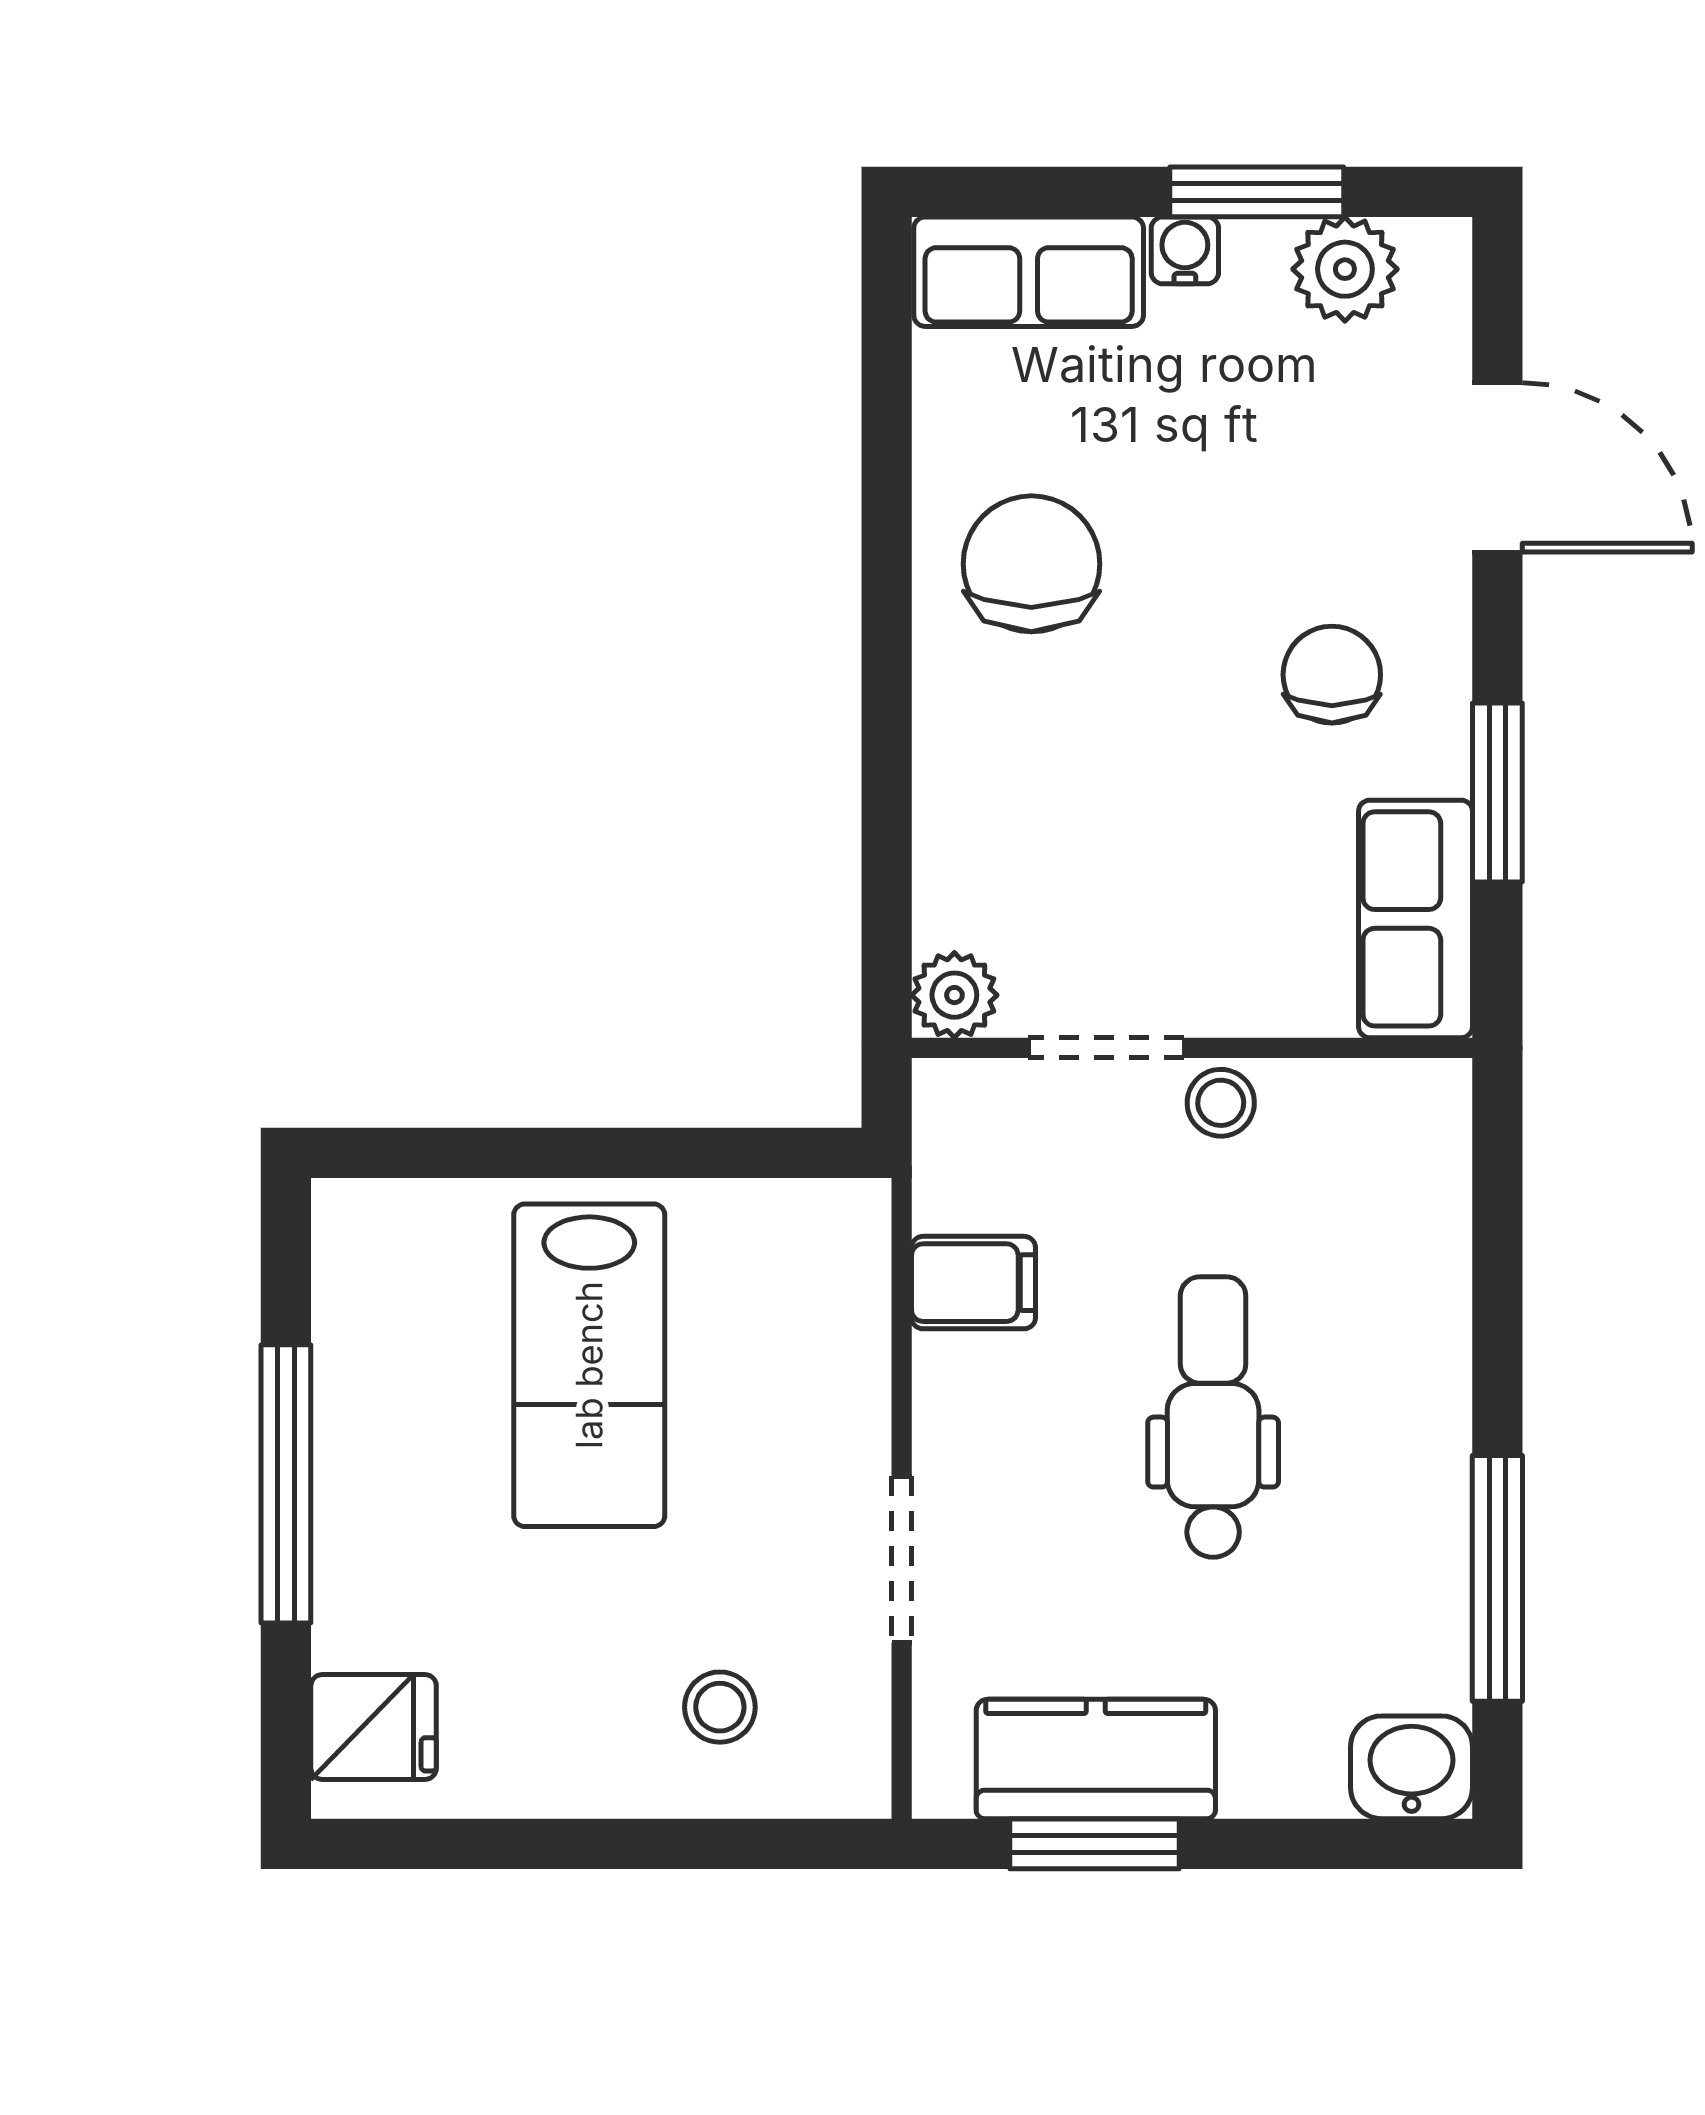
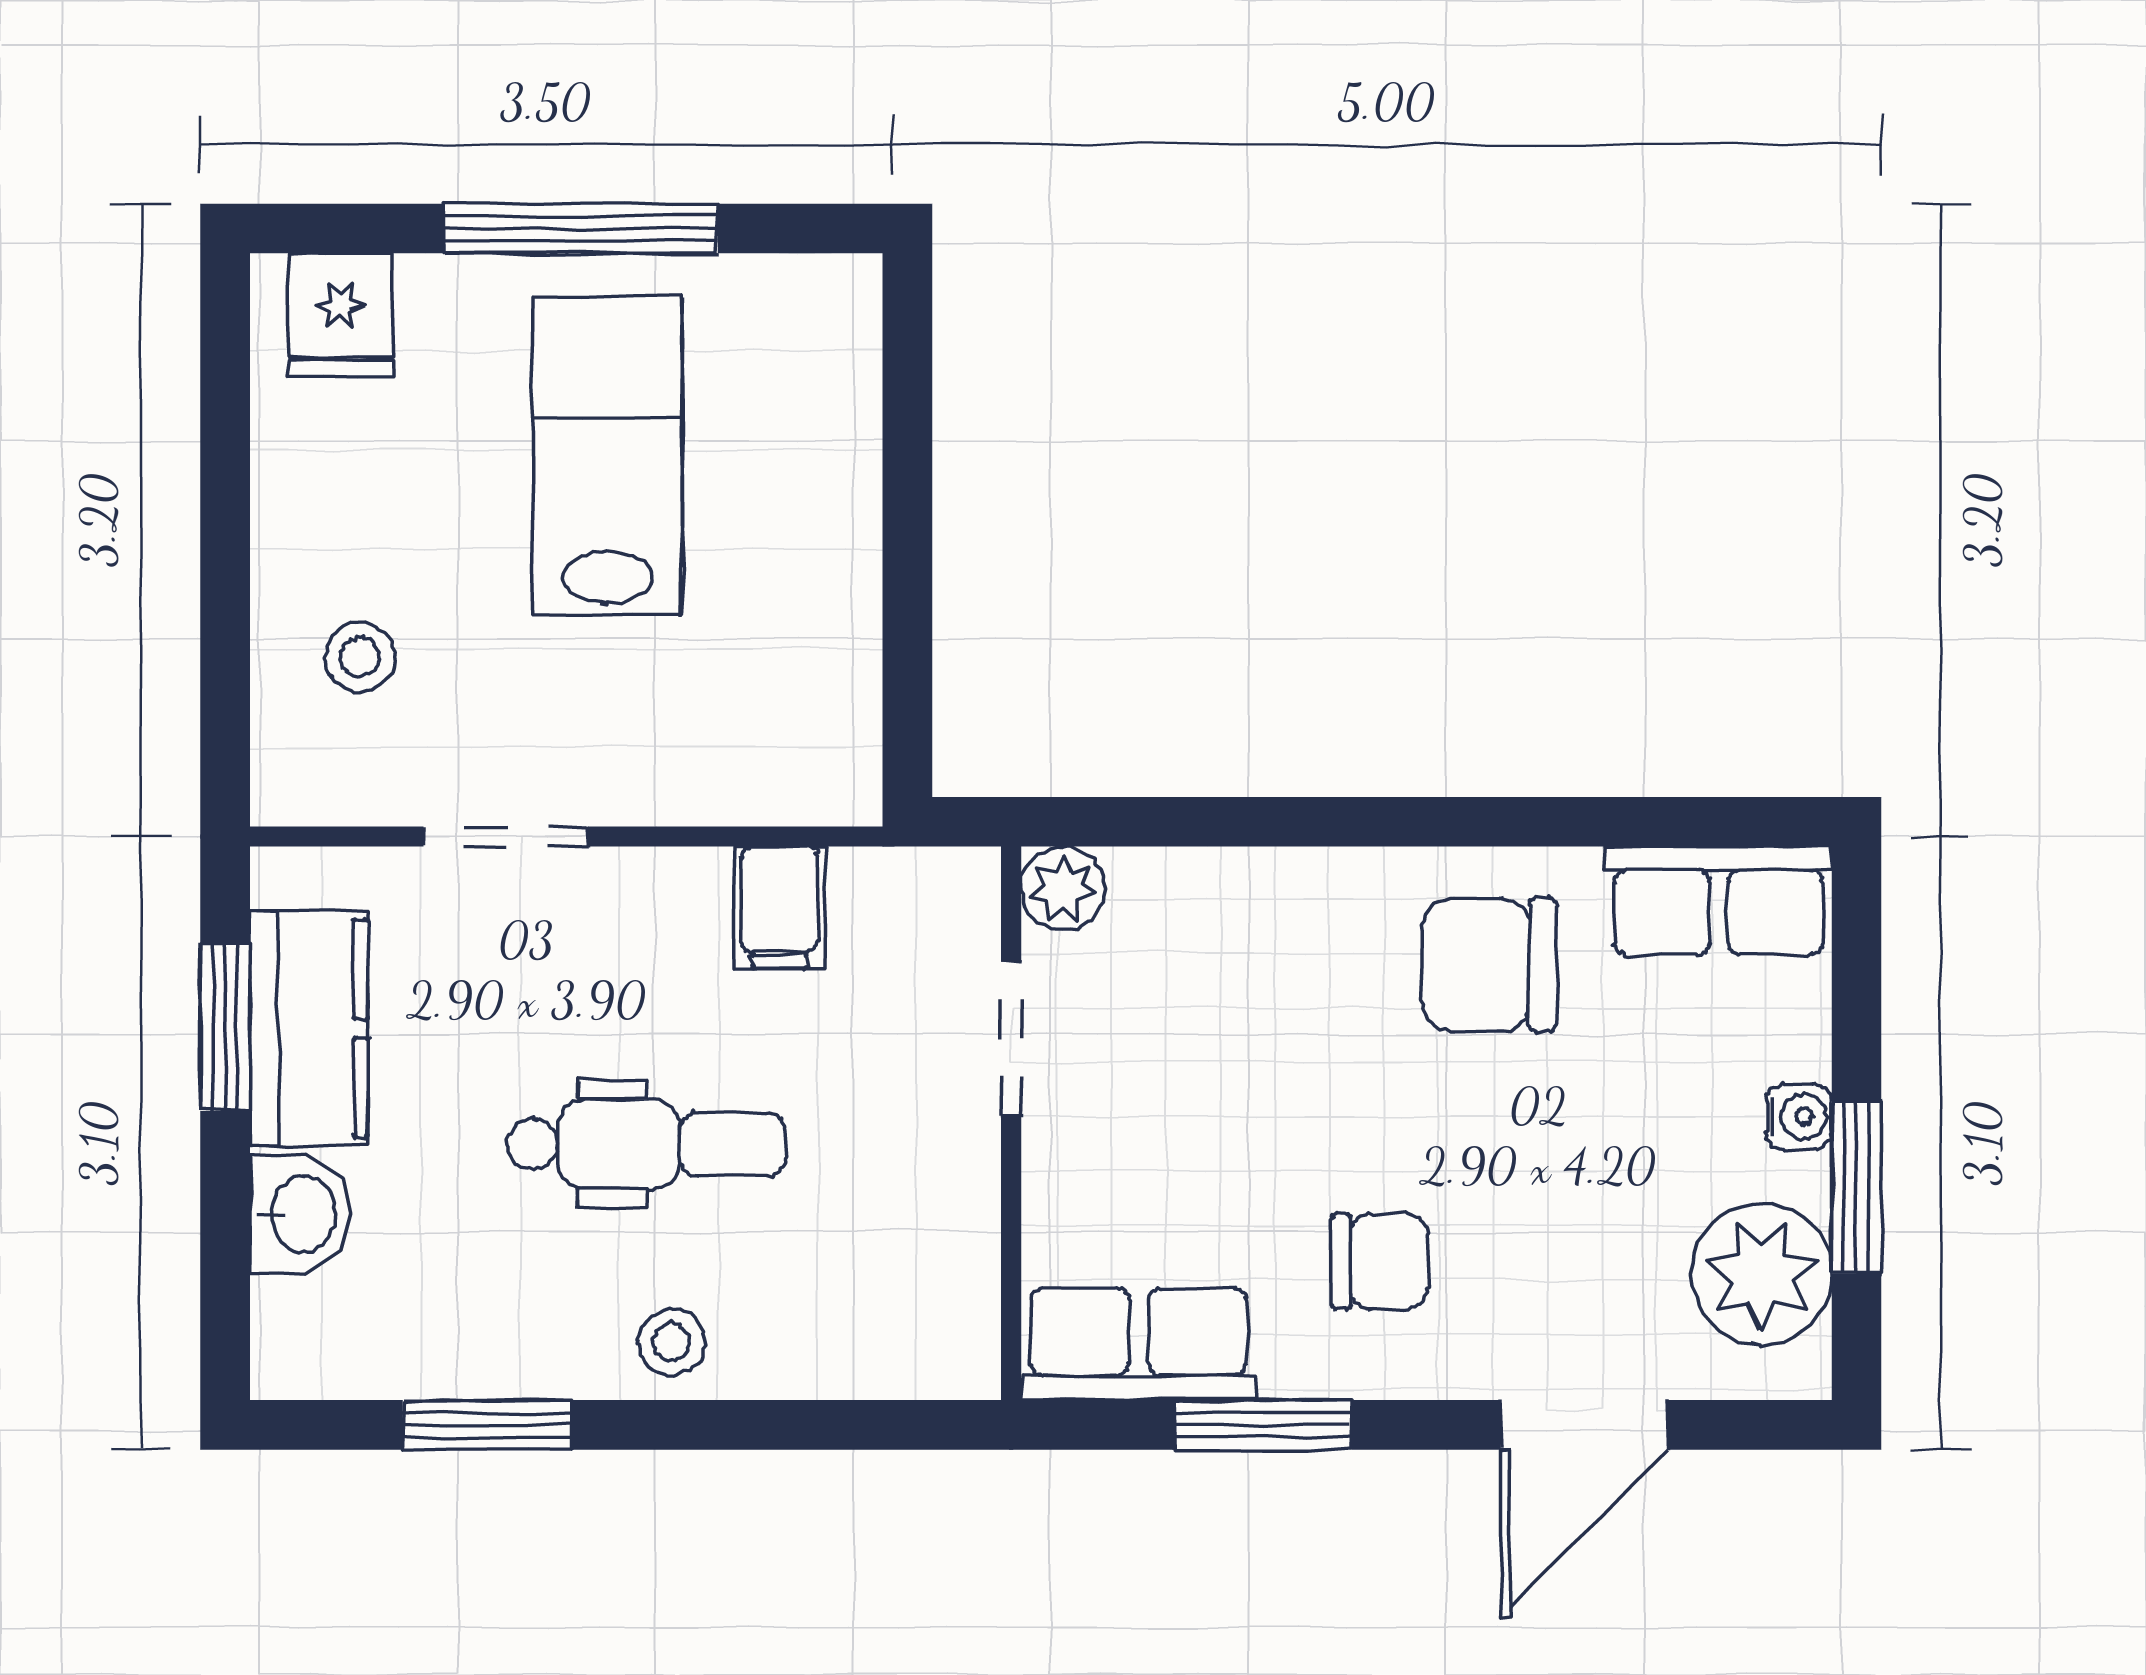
plant: (1345, 269) -> (1761, 1274), width x1.36, depth x1.36
row of seats: (1029, 272) -> (1719, 901), moved, turned -90
chair: (1031, 564) -> (1489, 965), turned 180
stool: (1221, 1103) -> (671, 1342), moved
lab bench: (589, 1365) -> (607, 456), moved, turned 90
window: (1497, 1578) -> (487, 1425), width x0.69
washbasin: (1412, 1767) -> (301, 1214), moved

